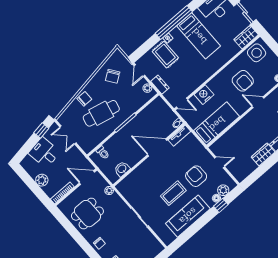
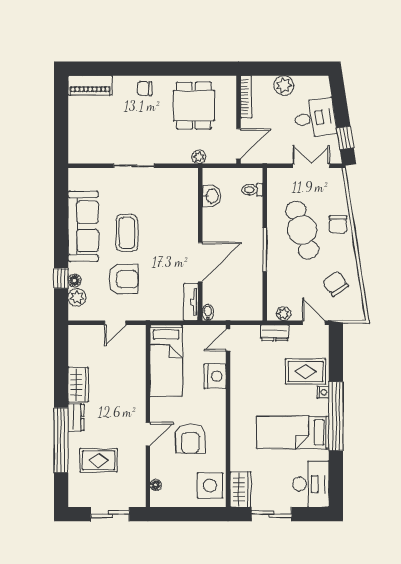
armchair: (243, 81) -> (190, 439), turned -90
cafe table: (101, 113) -> (302, 230), turned -31

